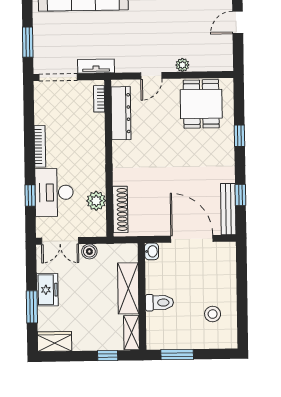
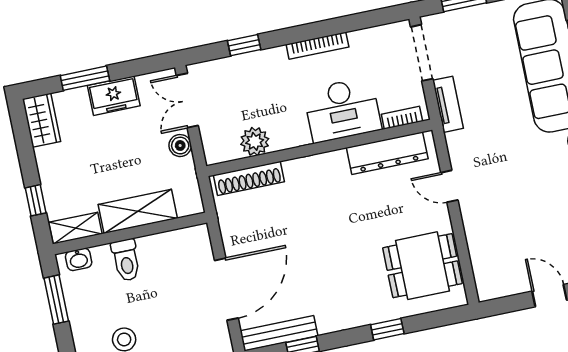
plant: (182, 65) -> (473, 228), removed
desk: (54, 192) -> (342, 110), moved, turned 180
washbasin: (152, 251) -> (79, 259), moved

